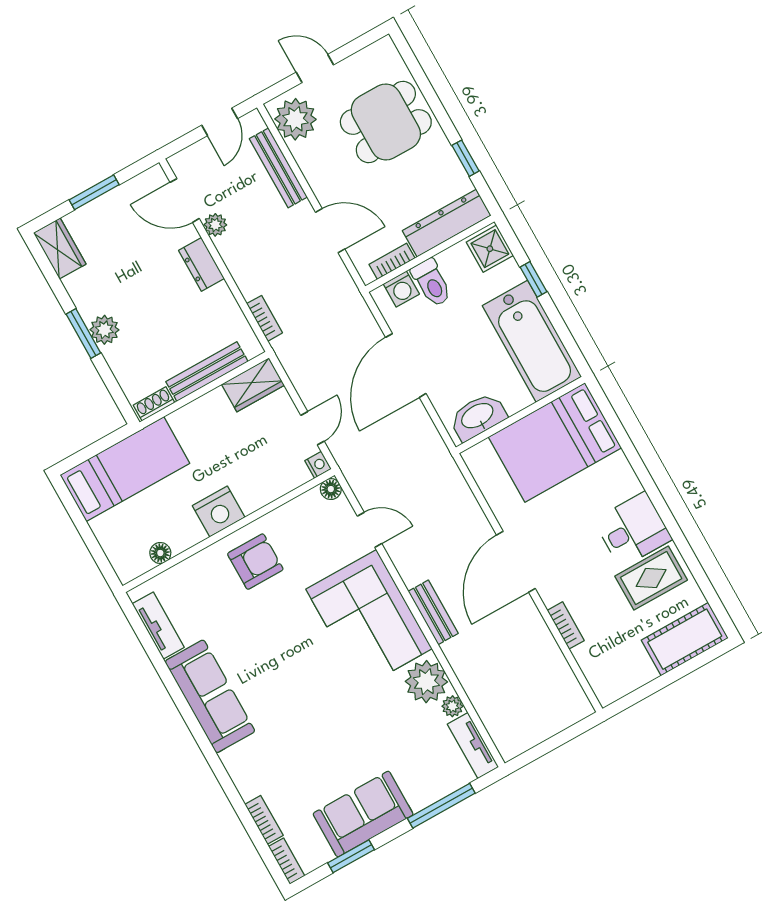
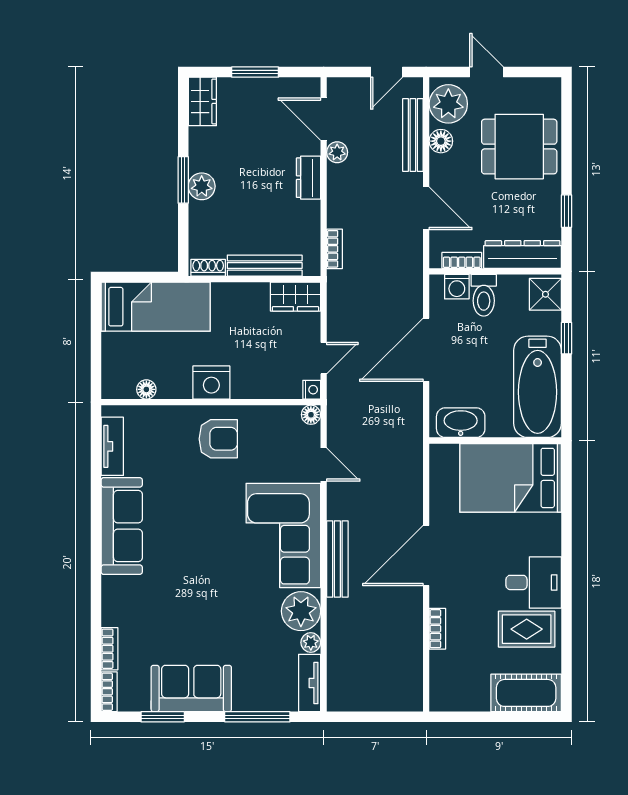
floor lamp: (308, 159) -> (441, 141), added
bench: (433, 612) -> (337, 559), width x1.36

